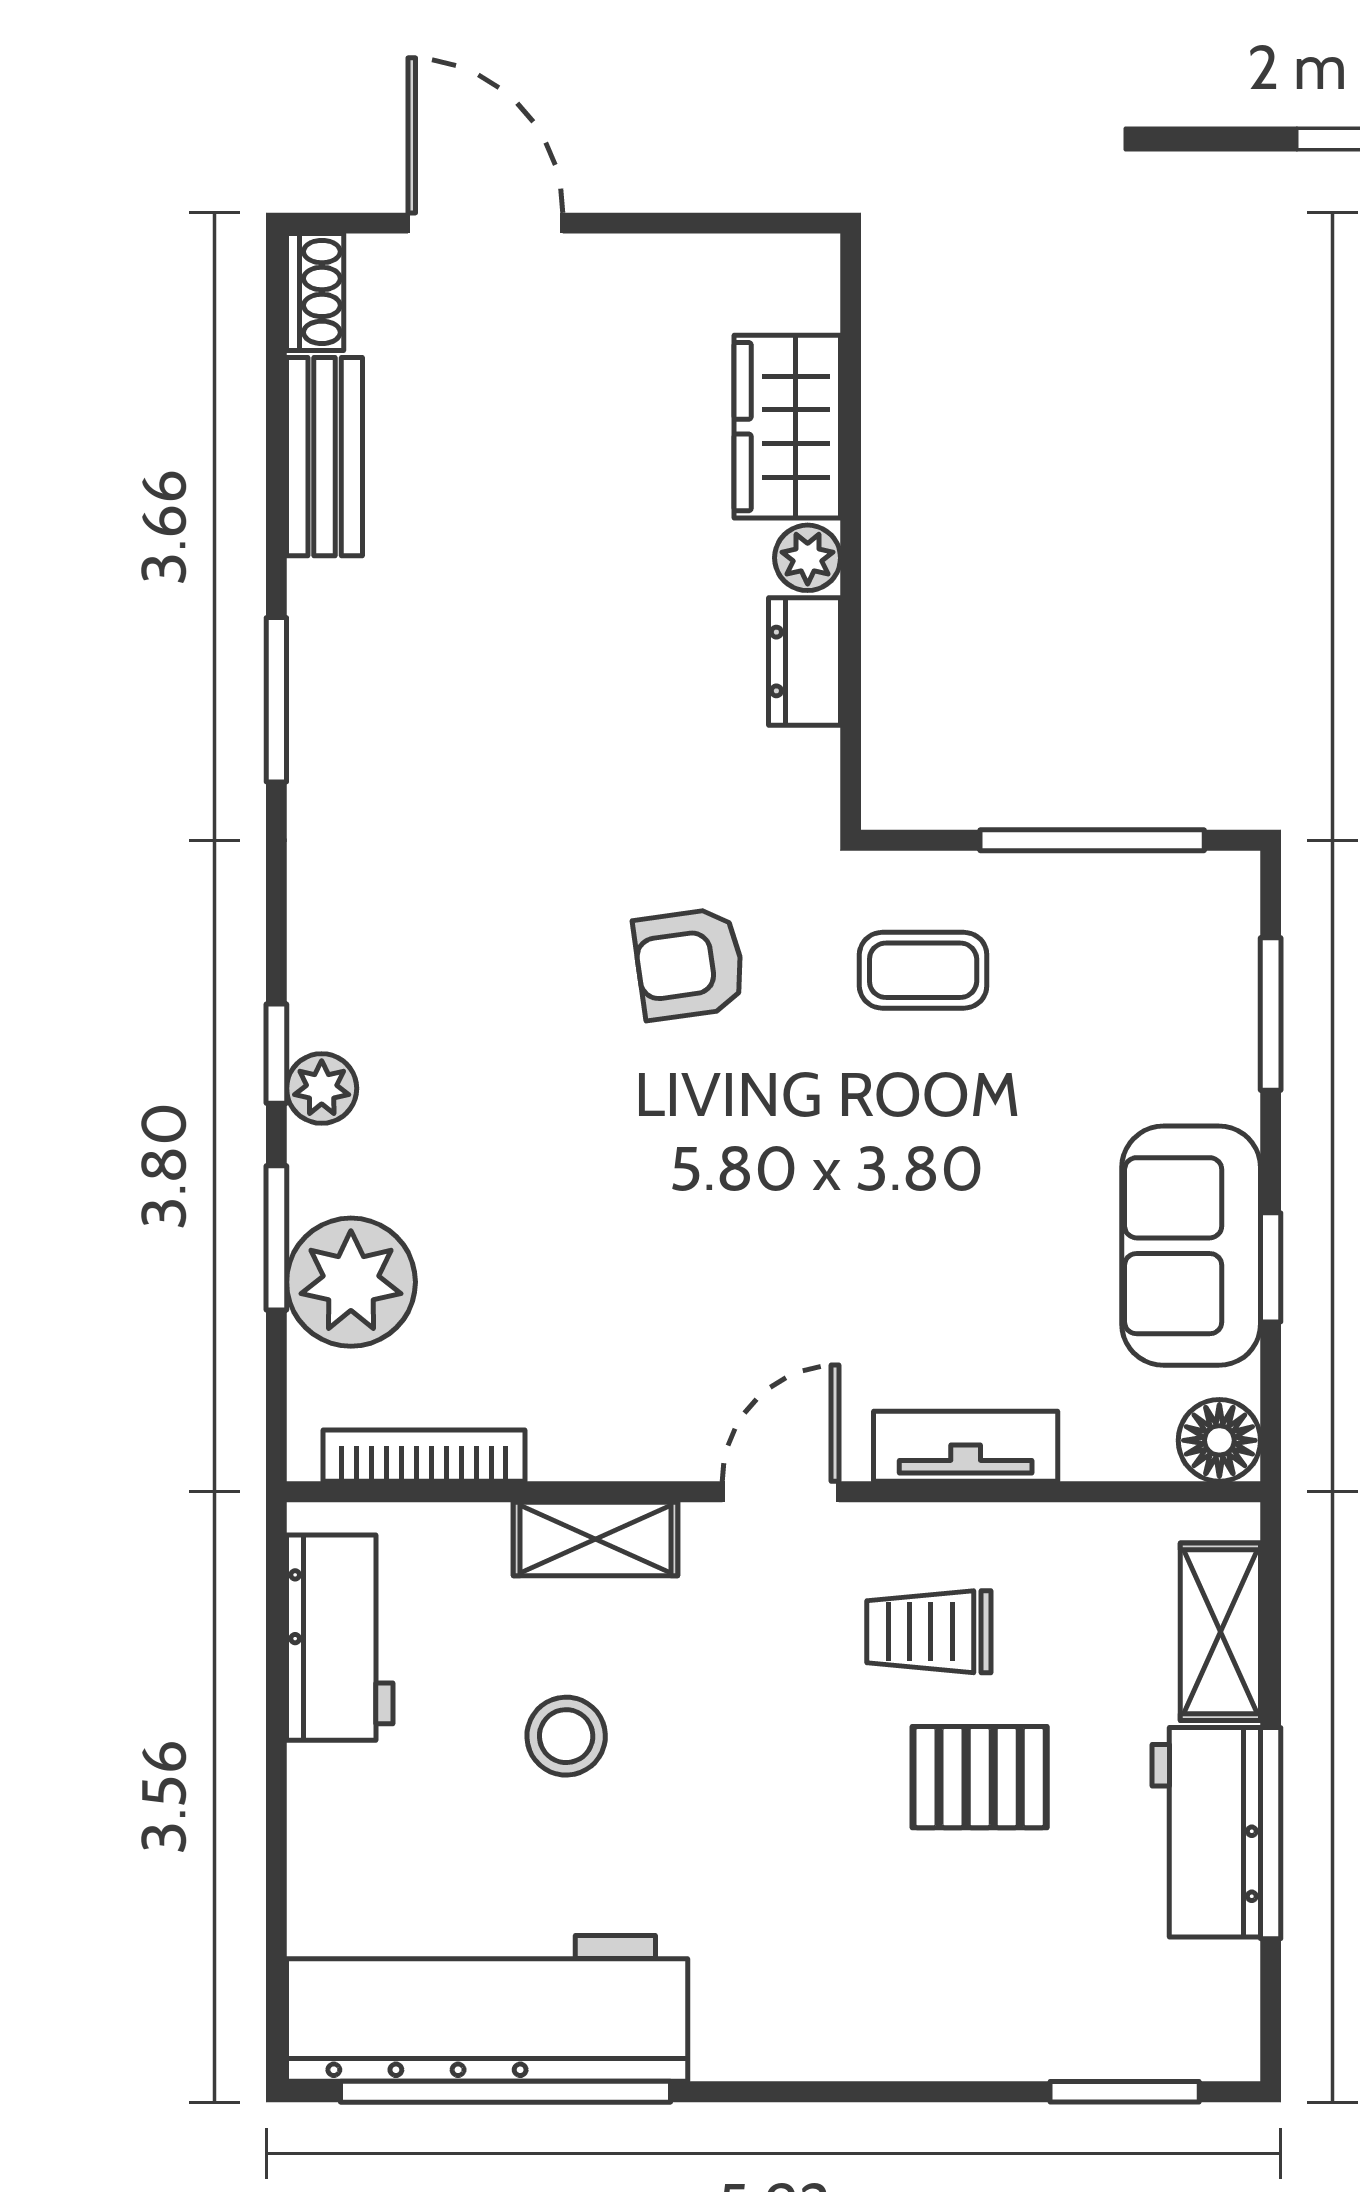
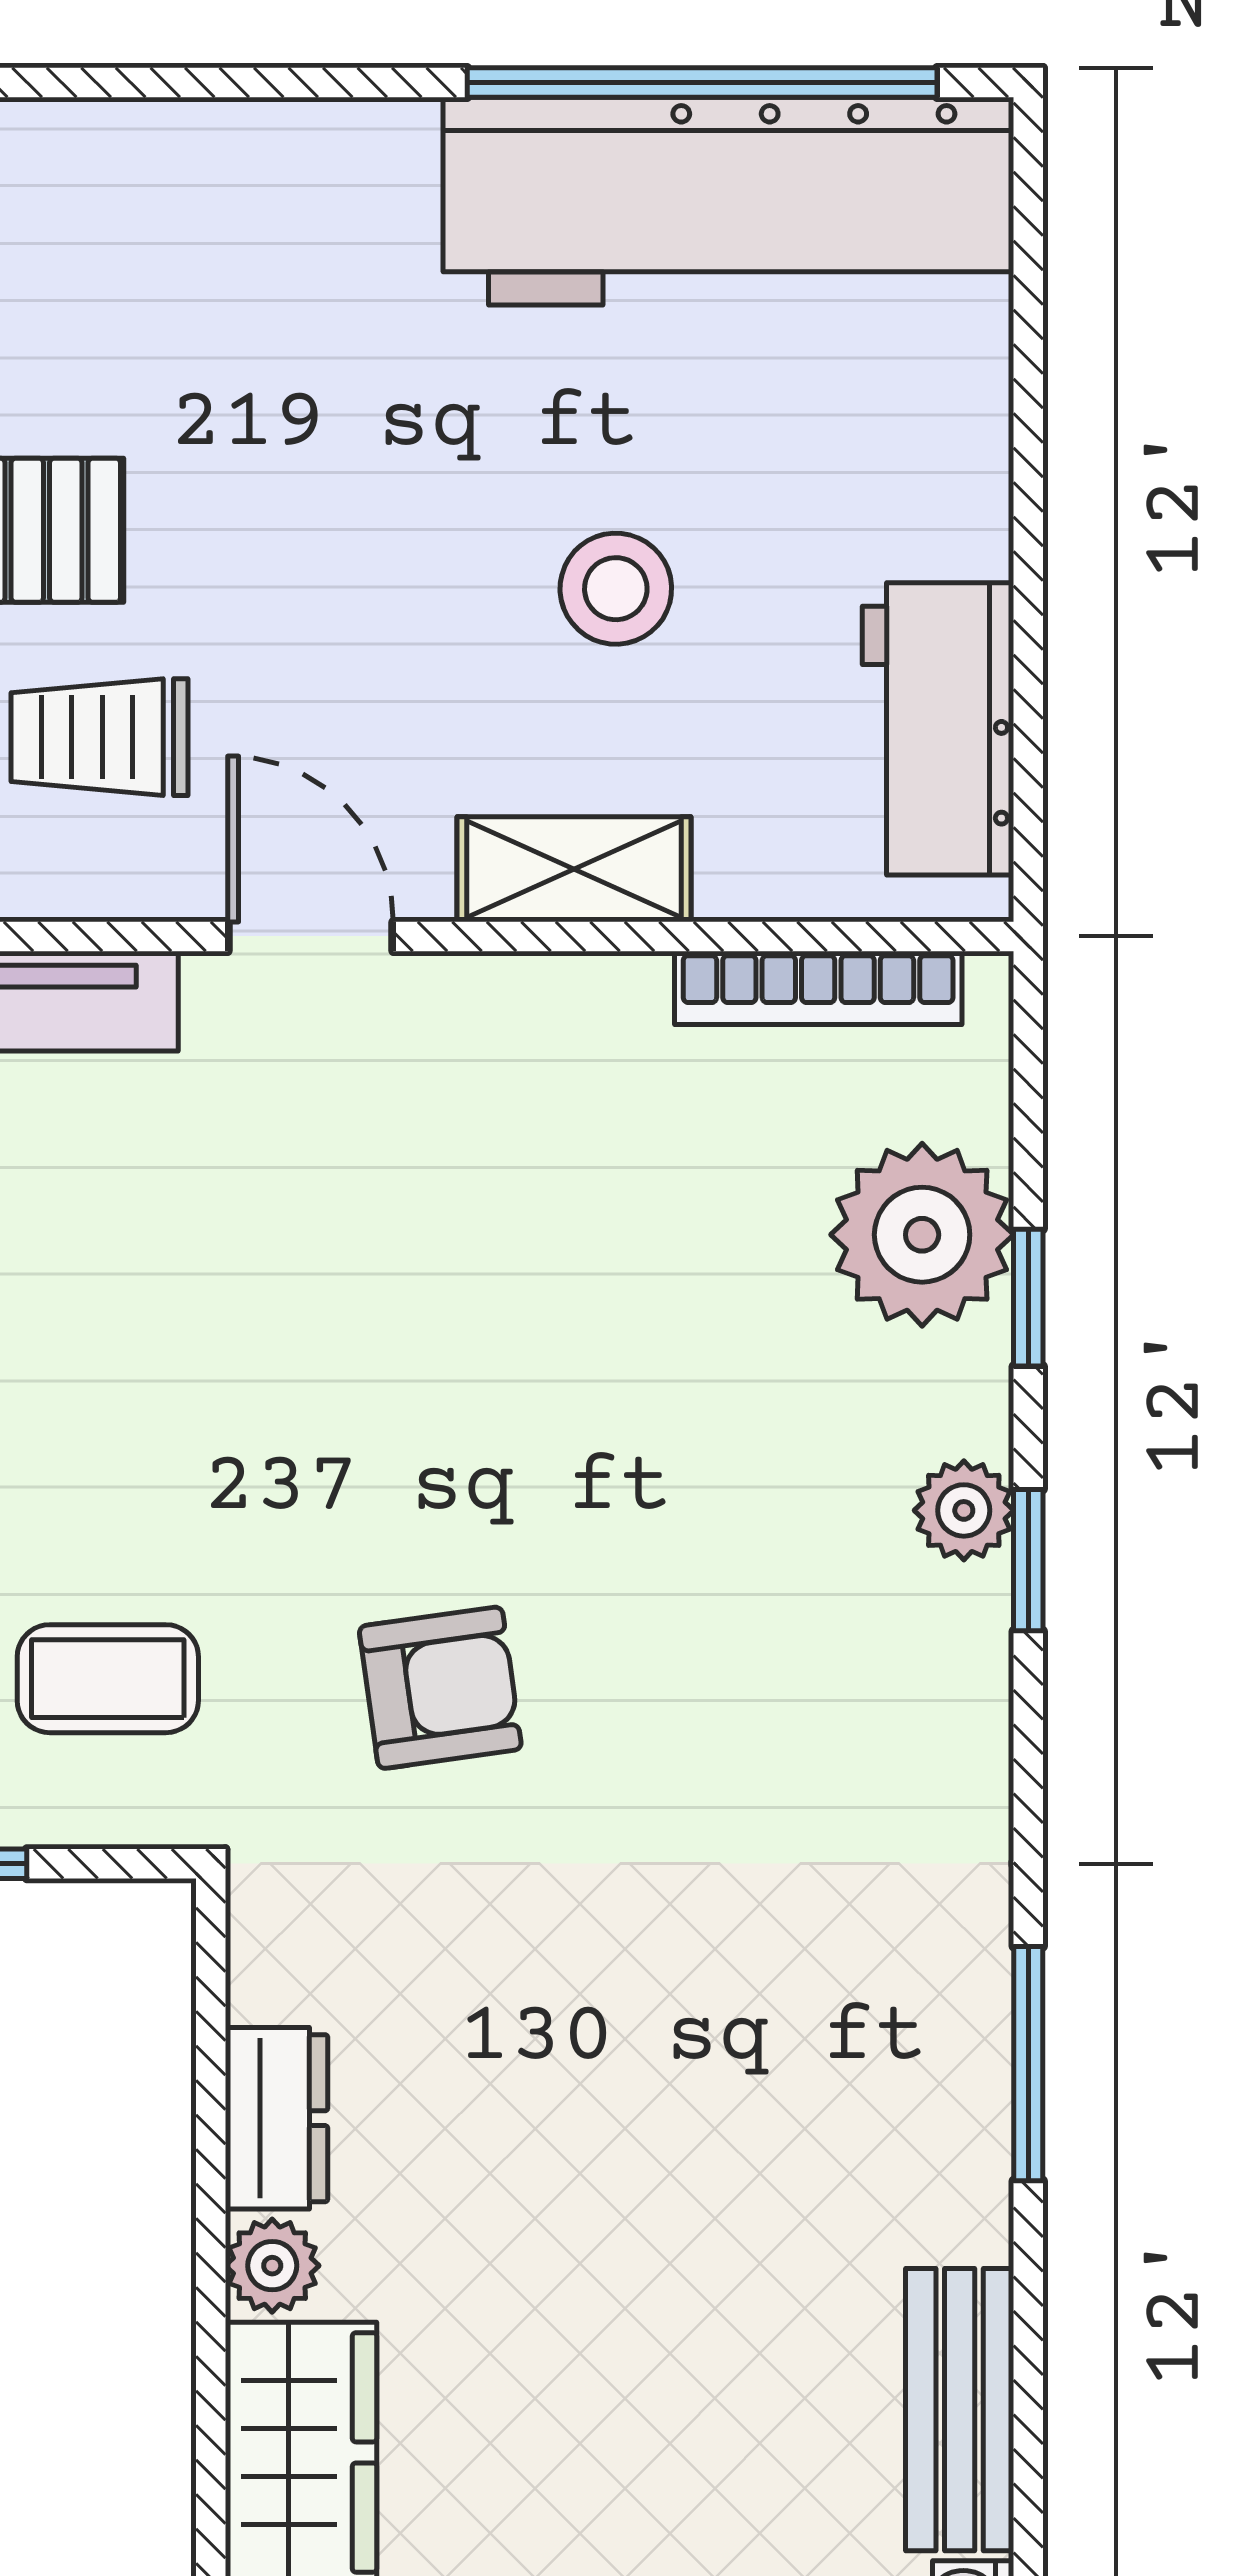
window: (276, 1238) -> (1028, 1298), width x0.67
door: (781, 1492) -> (311, 936), swing flipped
trolley: (929, 1632) -> (100, 737), turned 180

